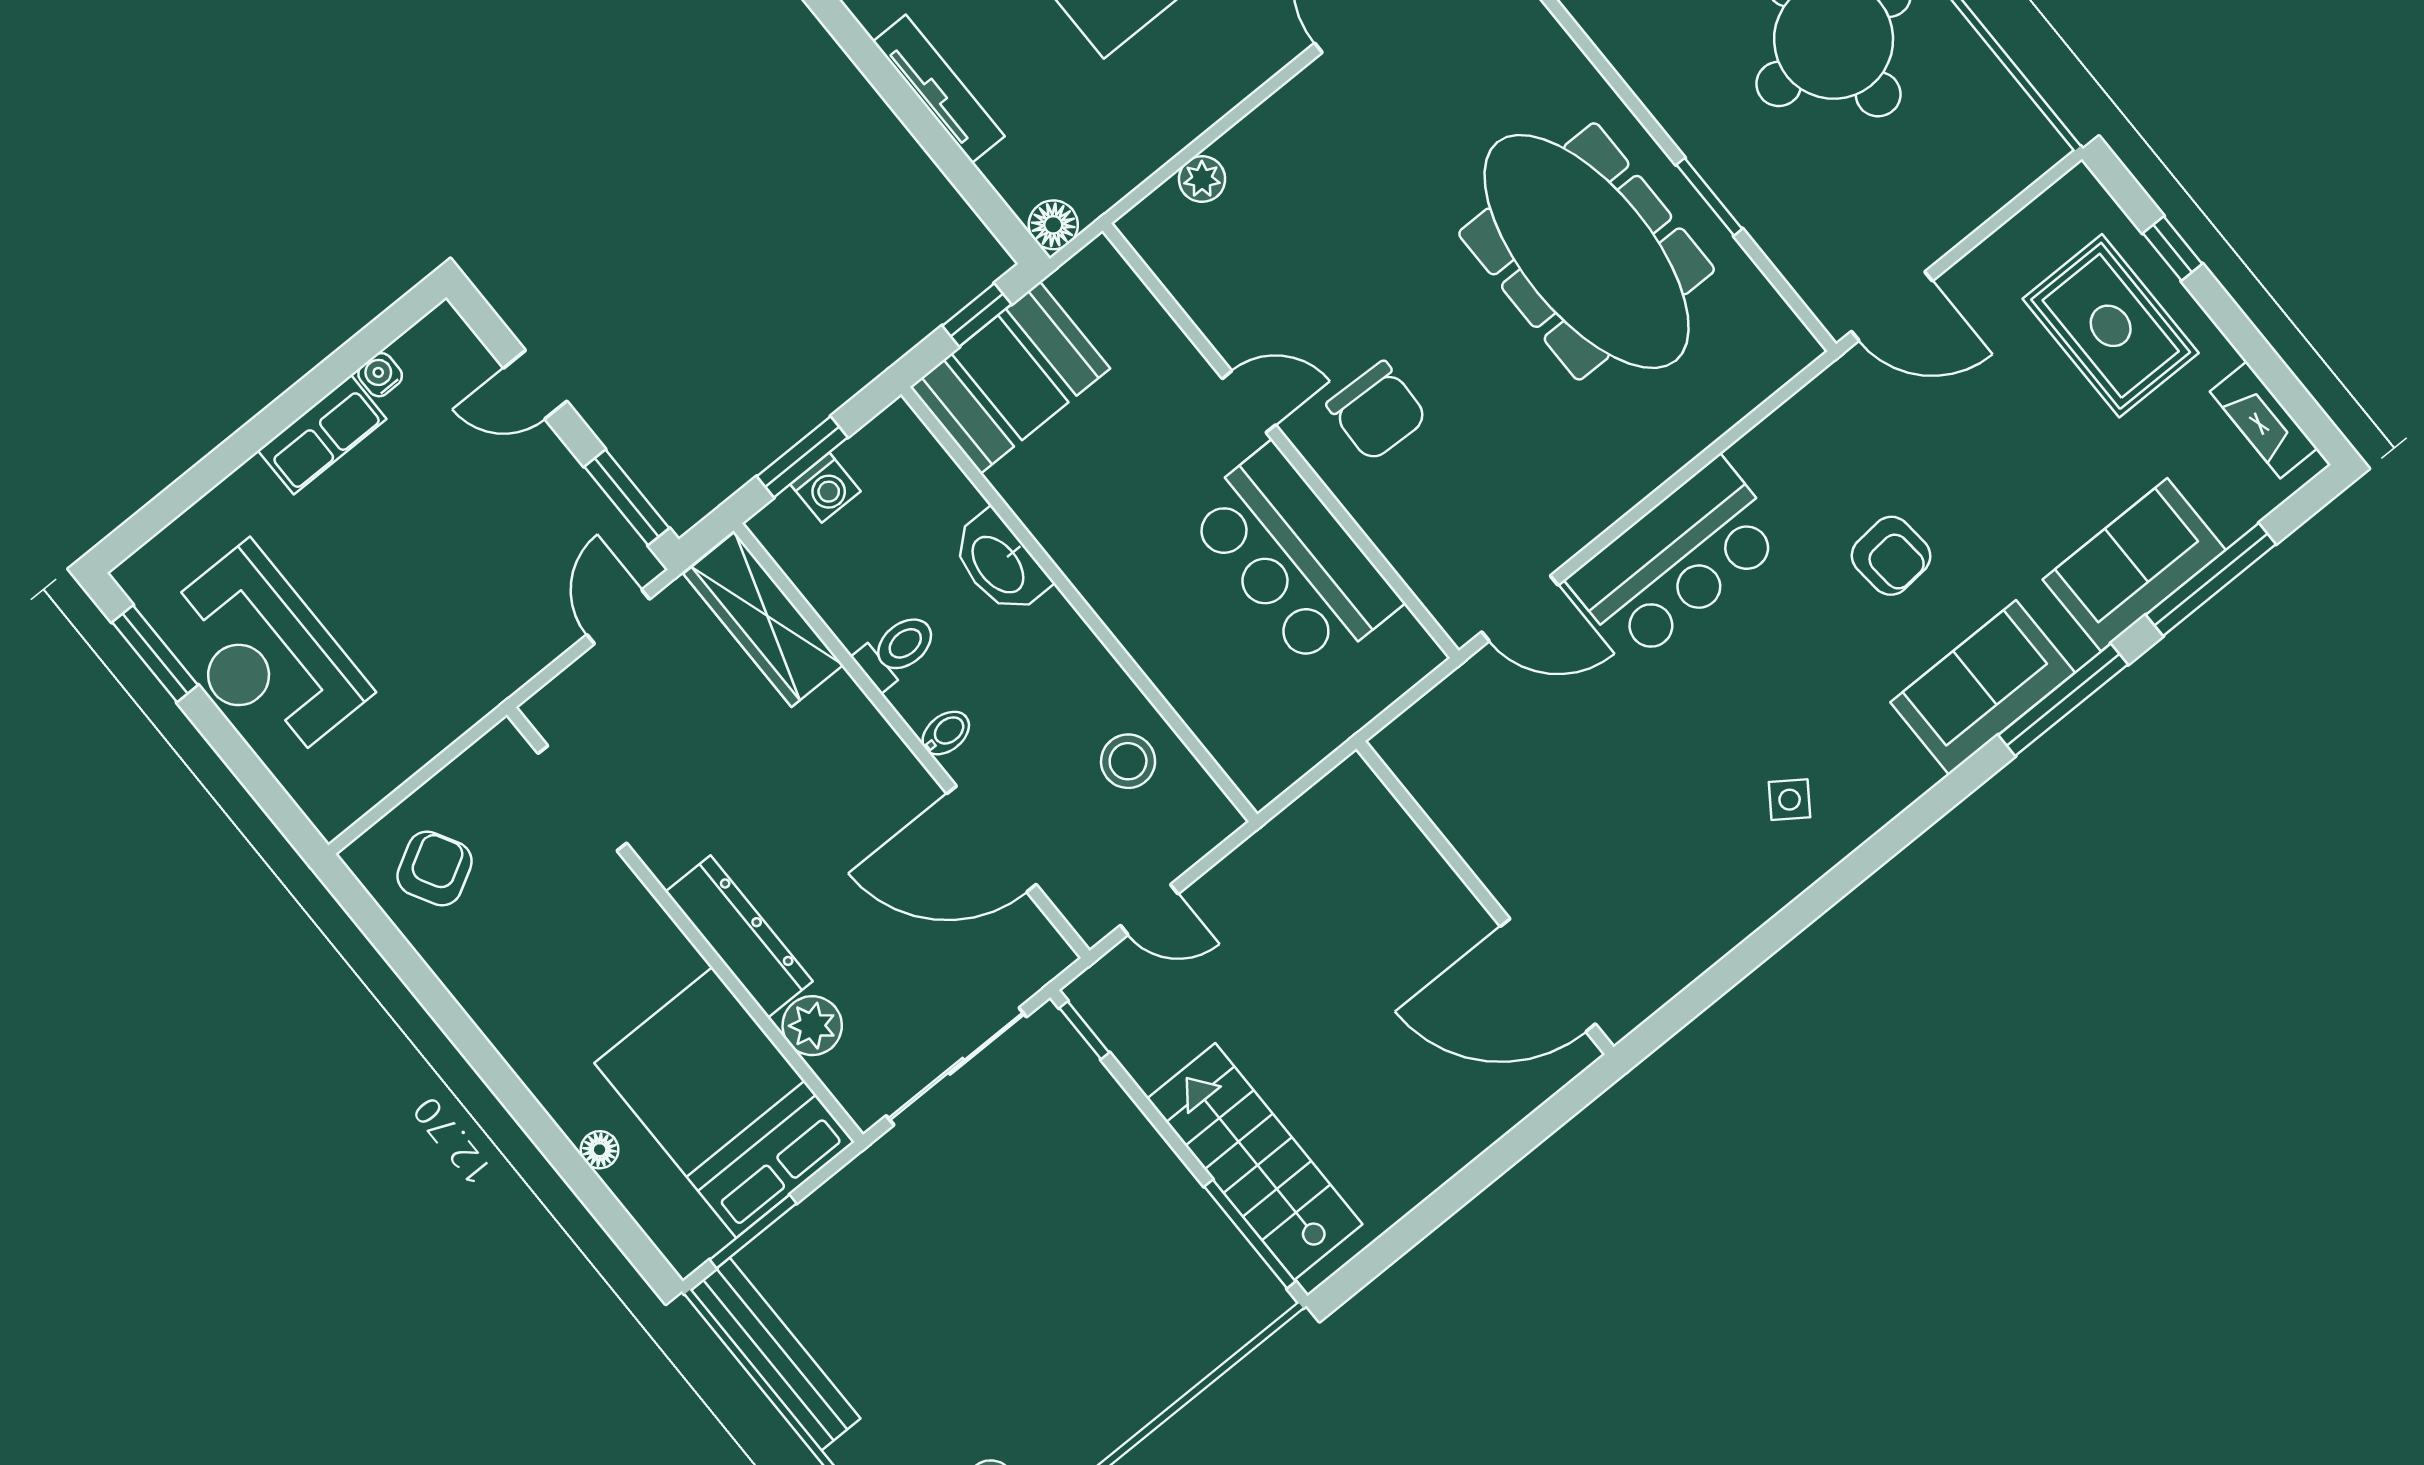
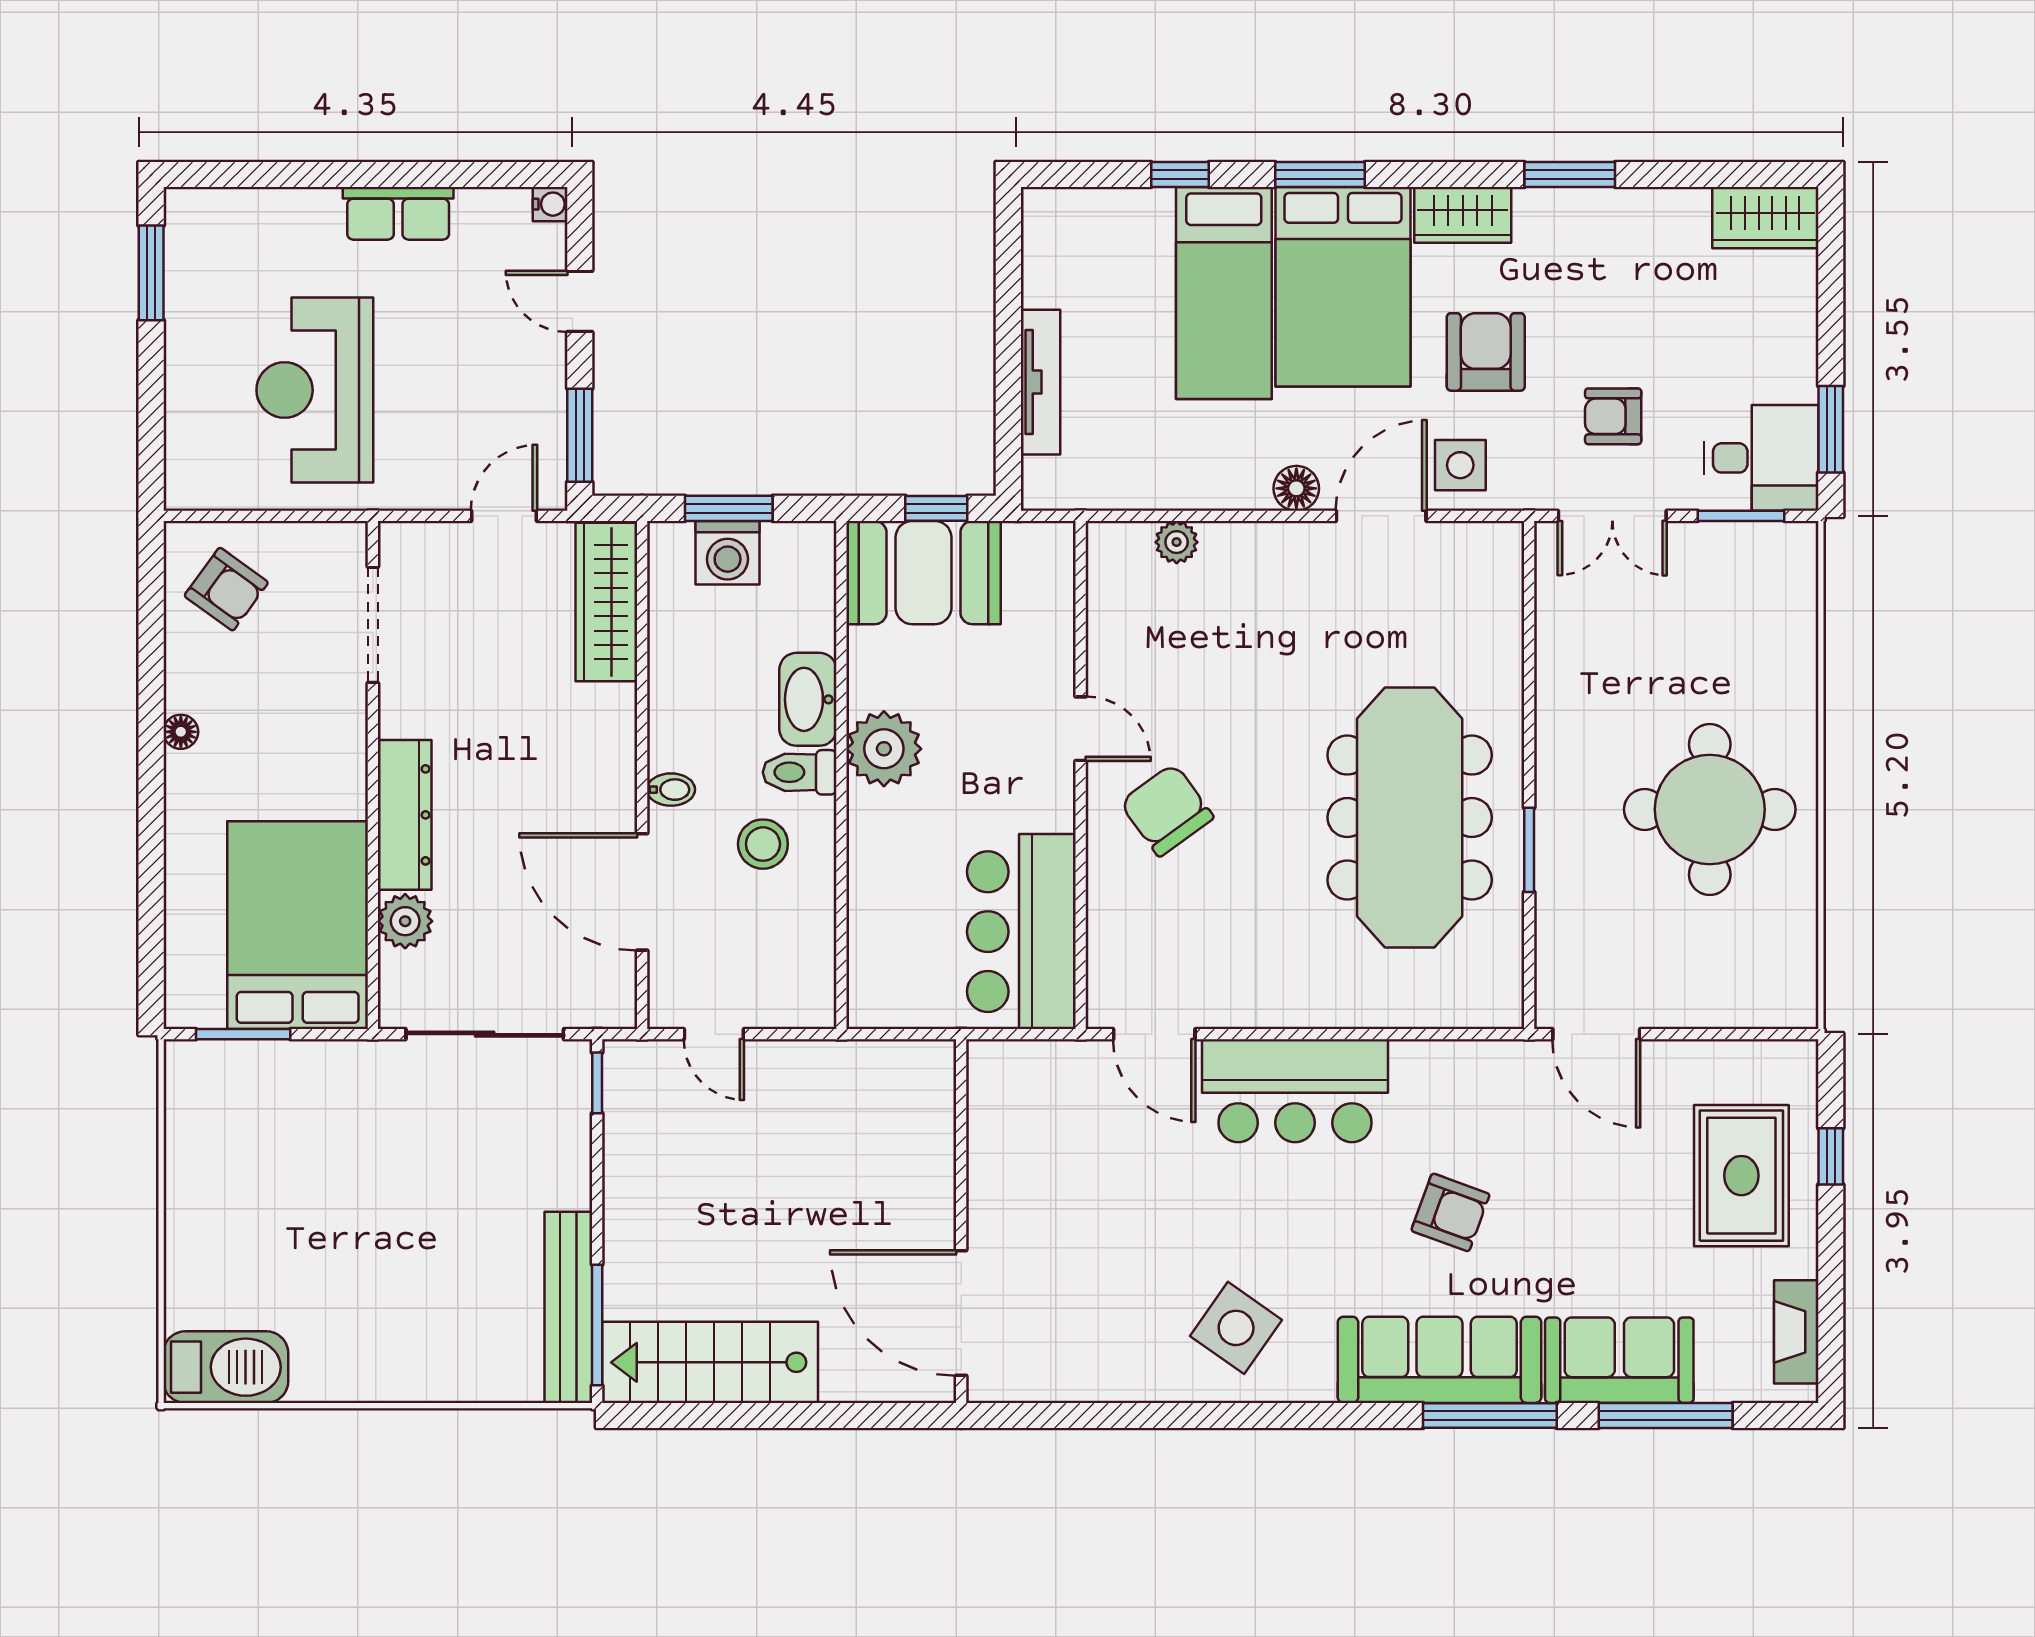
tv unit: (939, 89) -> (1040, 382), moved
floor lamp: (1053, 225) -> (1296, 488), moved
water cooler: (380, 375) -> (550, 204), moved, turned 90
chair: (1377, 411) -> (1167, 810), turned 142
washing machine: (826, 488) -> (728, 553), width x1.38, depth x1.38
plant: (1097, 553) -> (884, 749), added
armchair: (1891, 556) -> (1451, 1212), turned -65
bar counter: (1293, 558) -> (1021, 932), moved
toilet: (897, 650) -> (800, 772), moved, turned 180
reception desk: (264, 654) -> (315, 390), moved
sofa: (1983, 687) -> (1440, 1360), width x1.36
stool: (1128, 761) -> (763, 844), moved
side table: (1790, 800) -> (1236, 1328), width x1.87, depth x1.87
armchair: (435, 868) -> (226, 589), turned 65
floor lamp: (600, 1150) -> (181, 732), moved
stairs: (1255, 1161) -> (710, 1362), moved, turned -90
bench: (775, 1354) -> (568, 1307), moved

